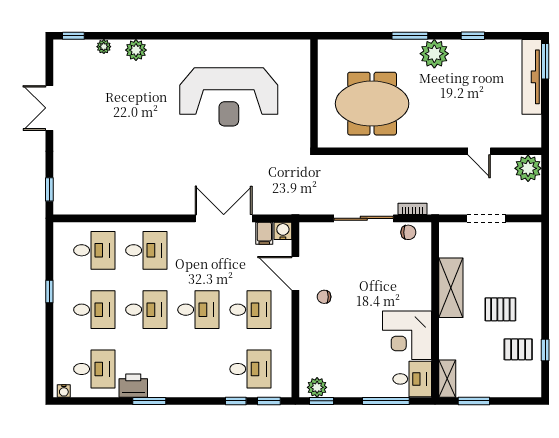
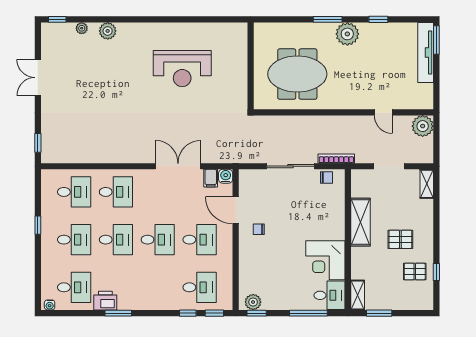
reception desk: (229, 97) -> (182, 69), width x0.74, depth x0.77
bookcase: (412, 209) -> (336, 159), width x1.56
shelving: (533, 240) -> (427, 184), added

